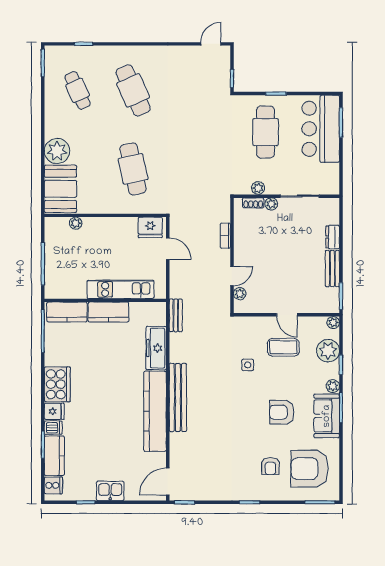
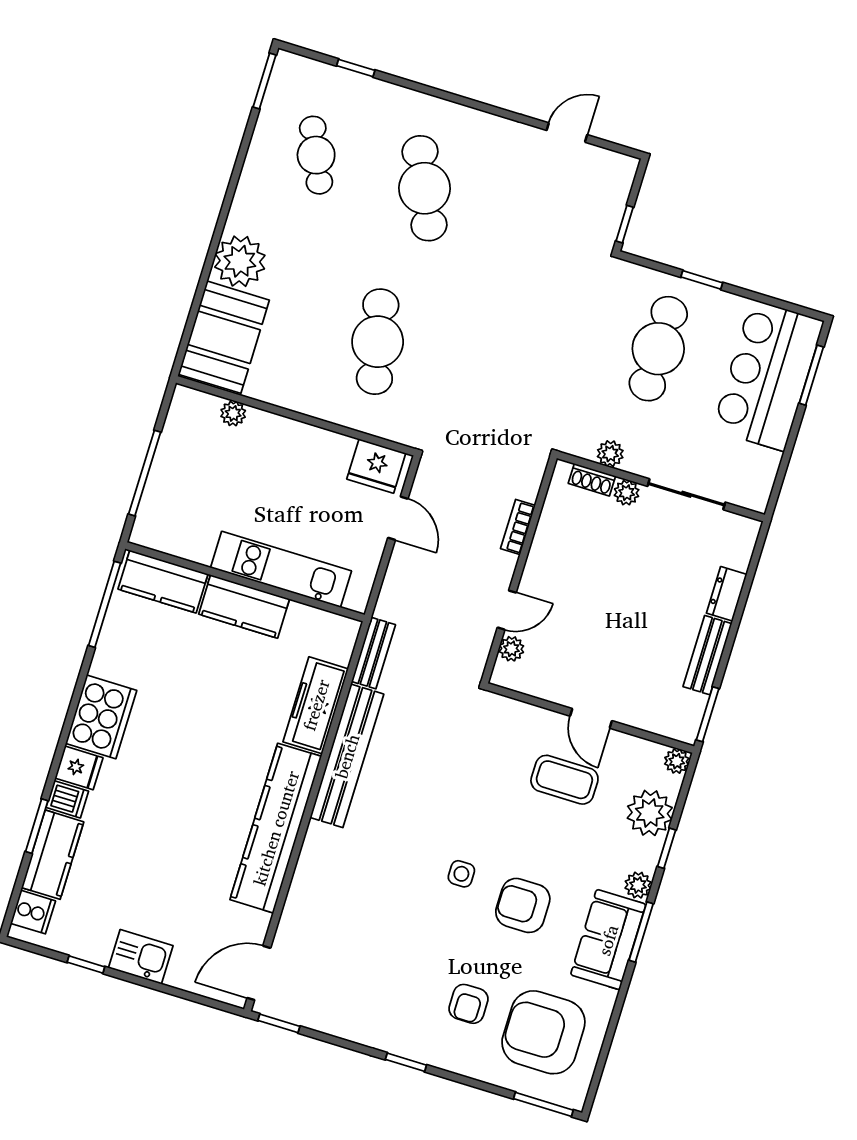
door: (211, 44) -> (567, 132), moved
side table: (248, 365) -> (461, 874), moved
bench: (178, 397) -> (347, 756), moved

